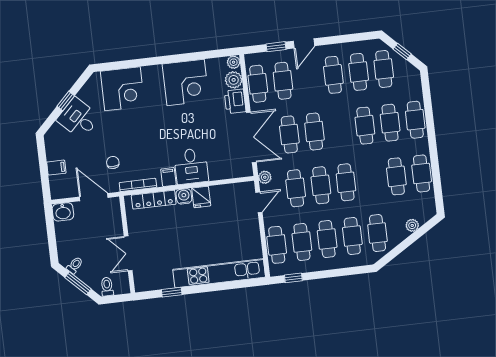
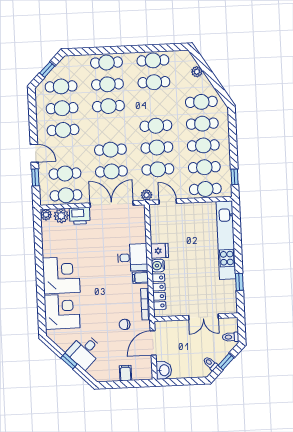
corner desk: (186, 82) -> (61, 275), moved
window: (78, 283) -> (226, 362), width x0.67

